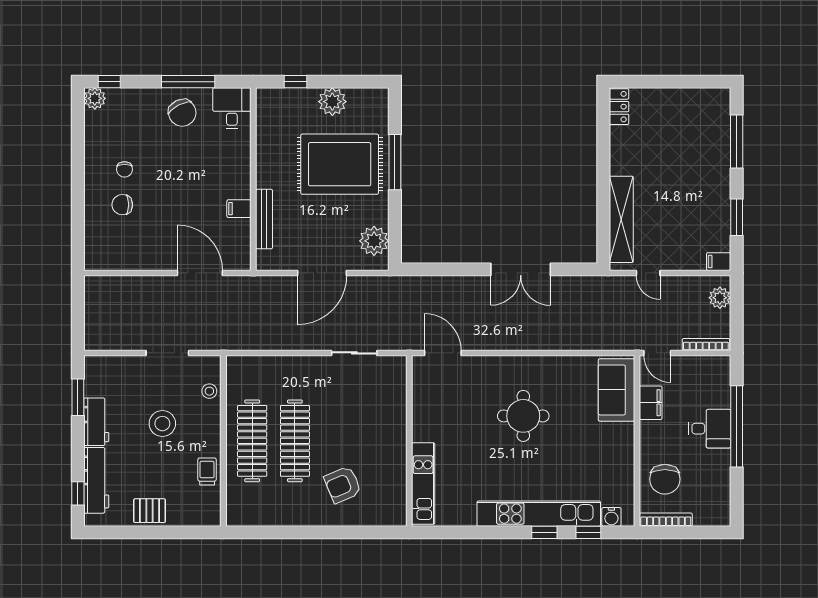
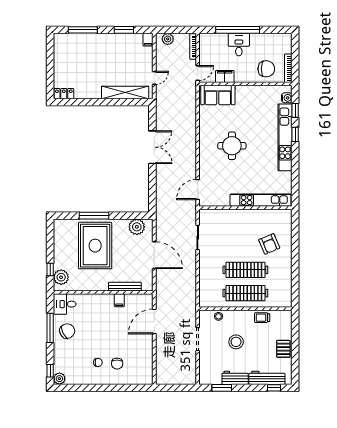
plant: (332, 102) -> (61, 277), moved
kitchen unit: (423, 484) -> (261, 200), width x1.36

